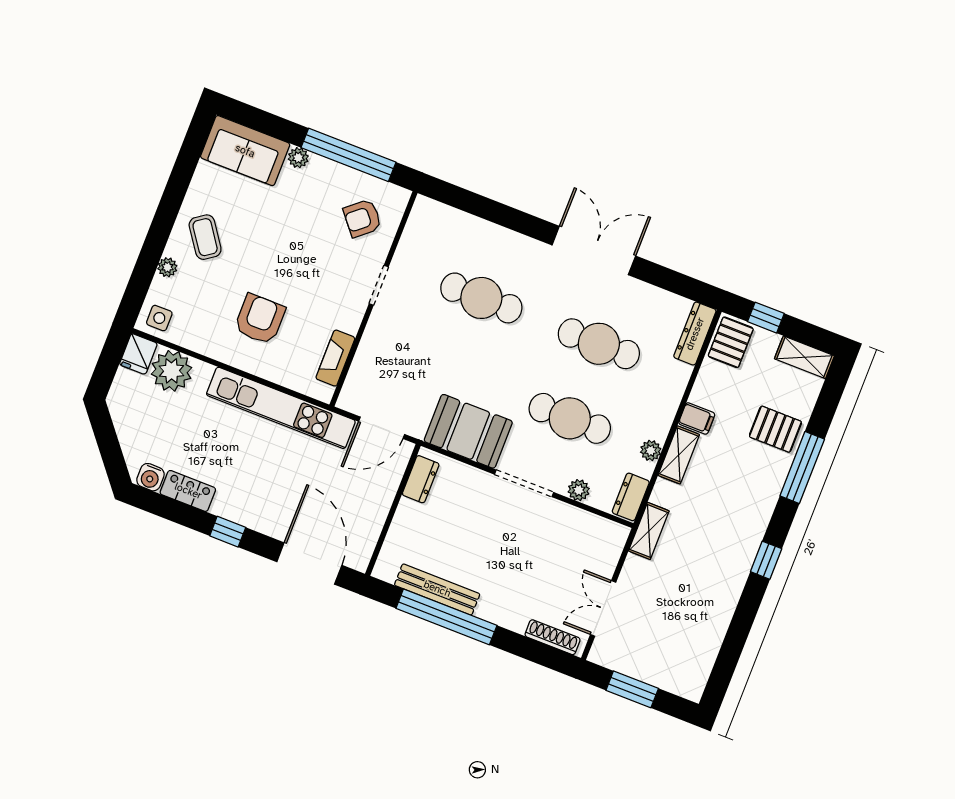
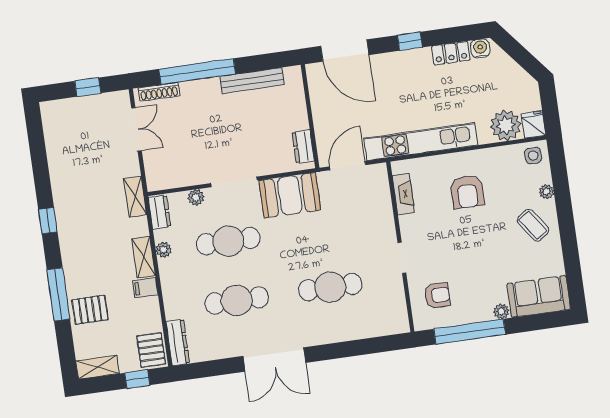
armchair: (362, 218) -> (437, 295), turned 40
window: (446, 617) -> (197, 71), moved
window: (632, 689) -> (88, 87), width x0.67

